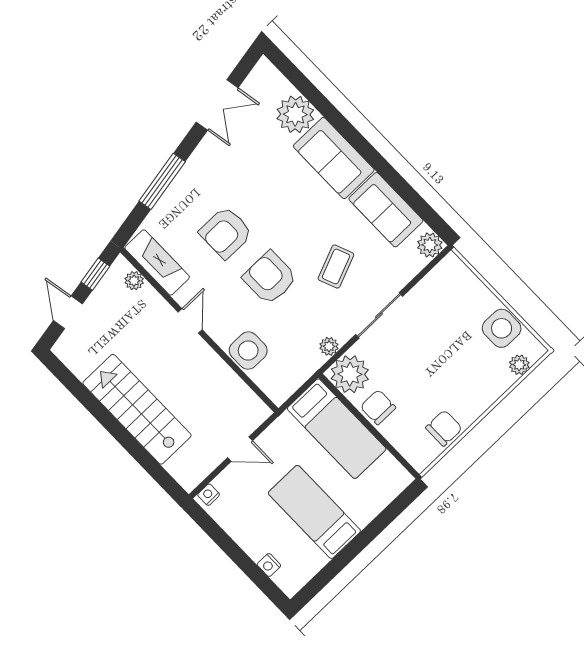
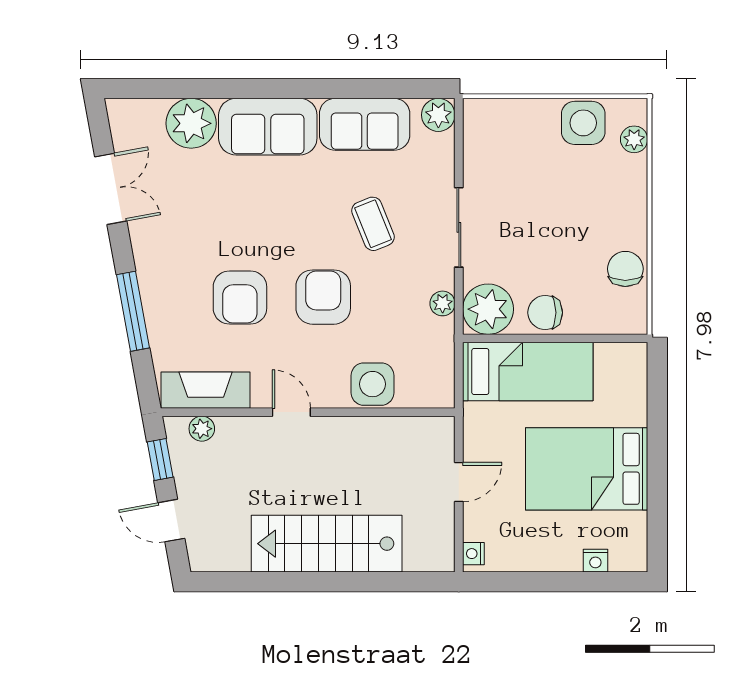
armchair: (270, 278) -> (323, 297), turned 90
bed: (314, 512) -> (587, 469), width x1.50

